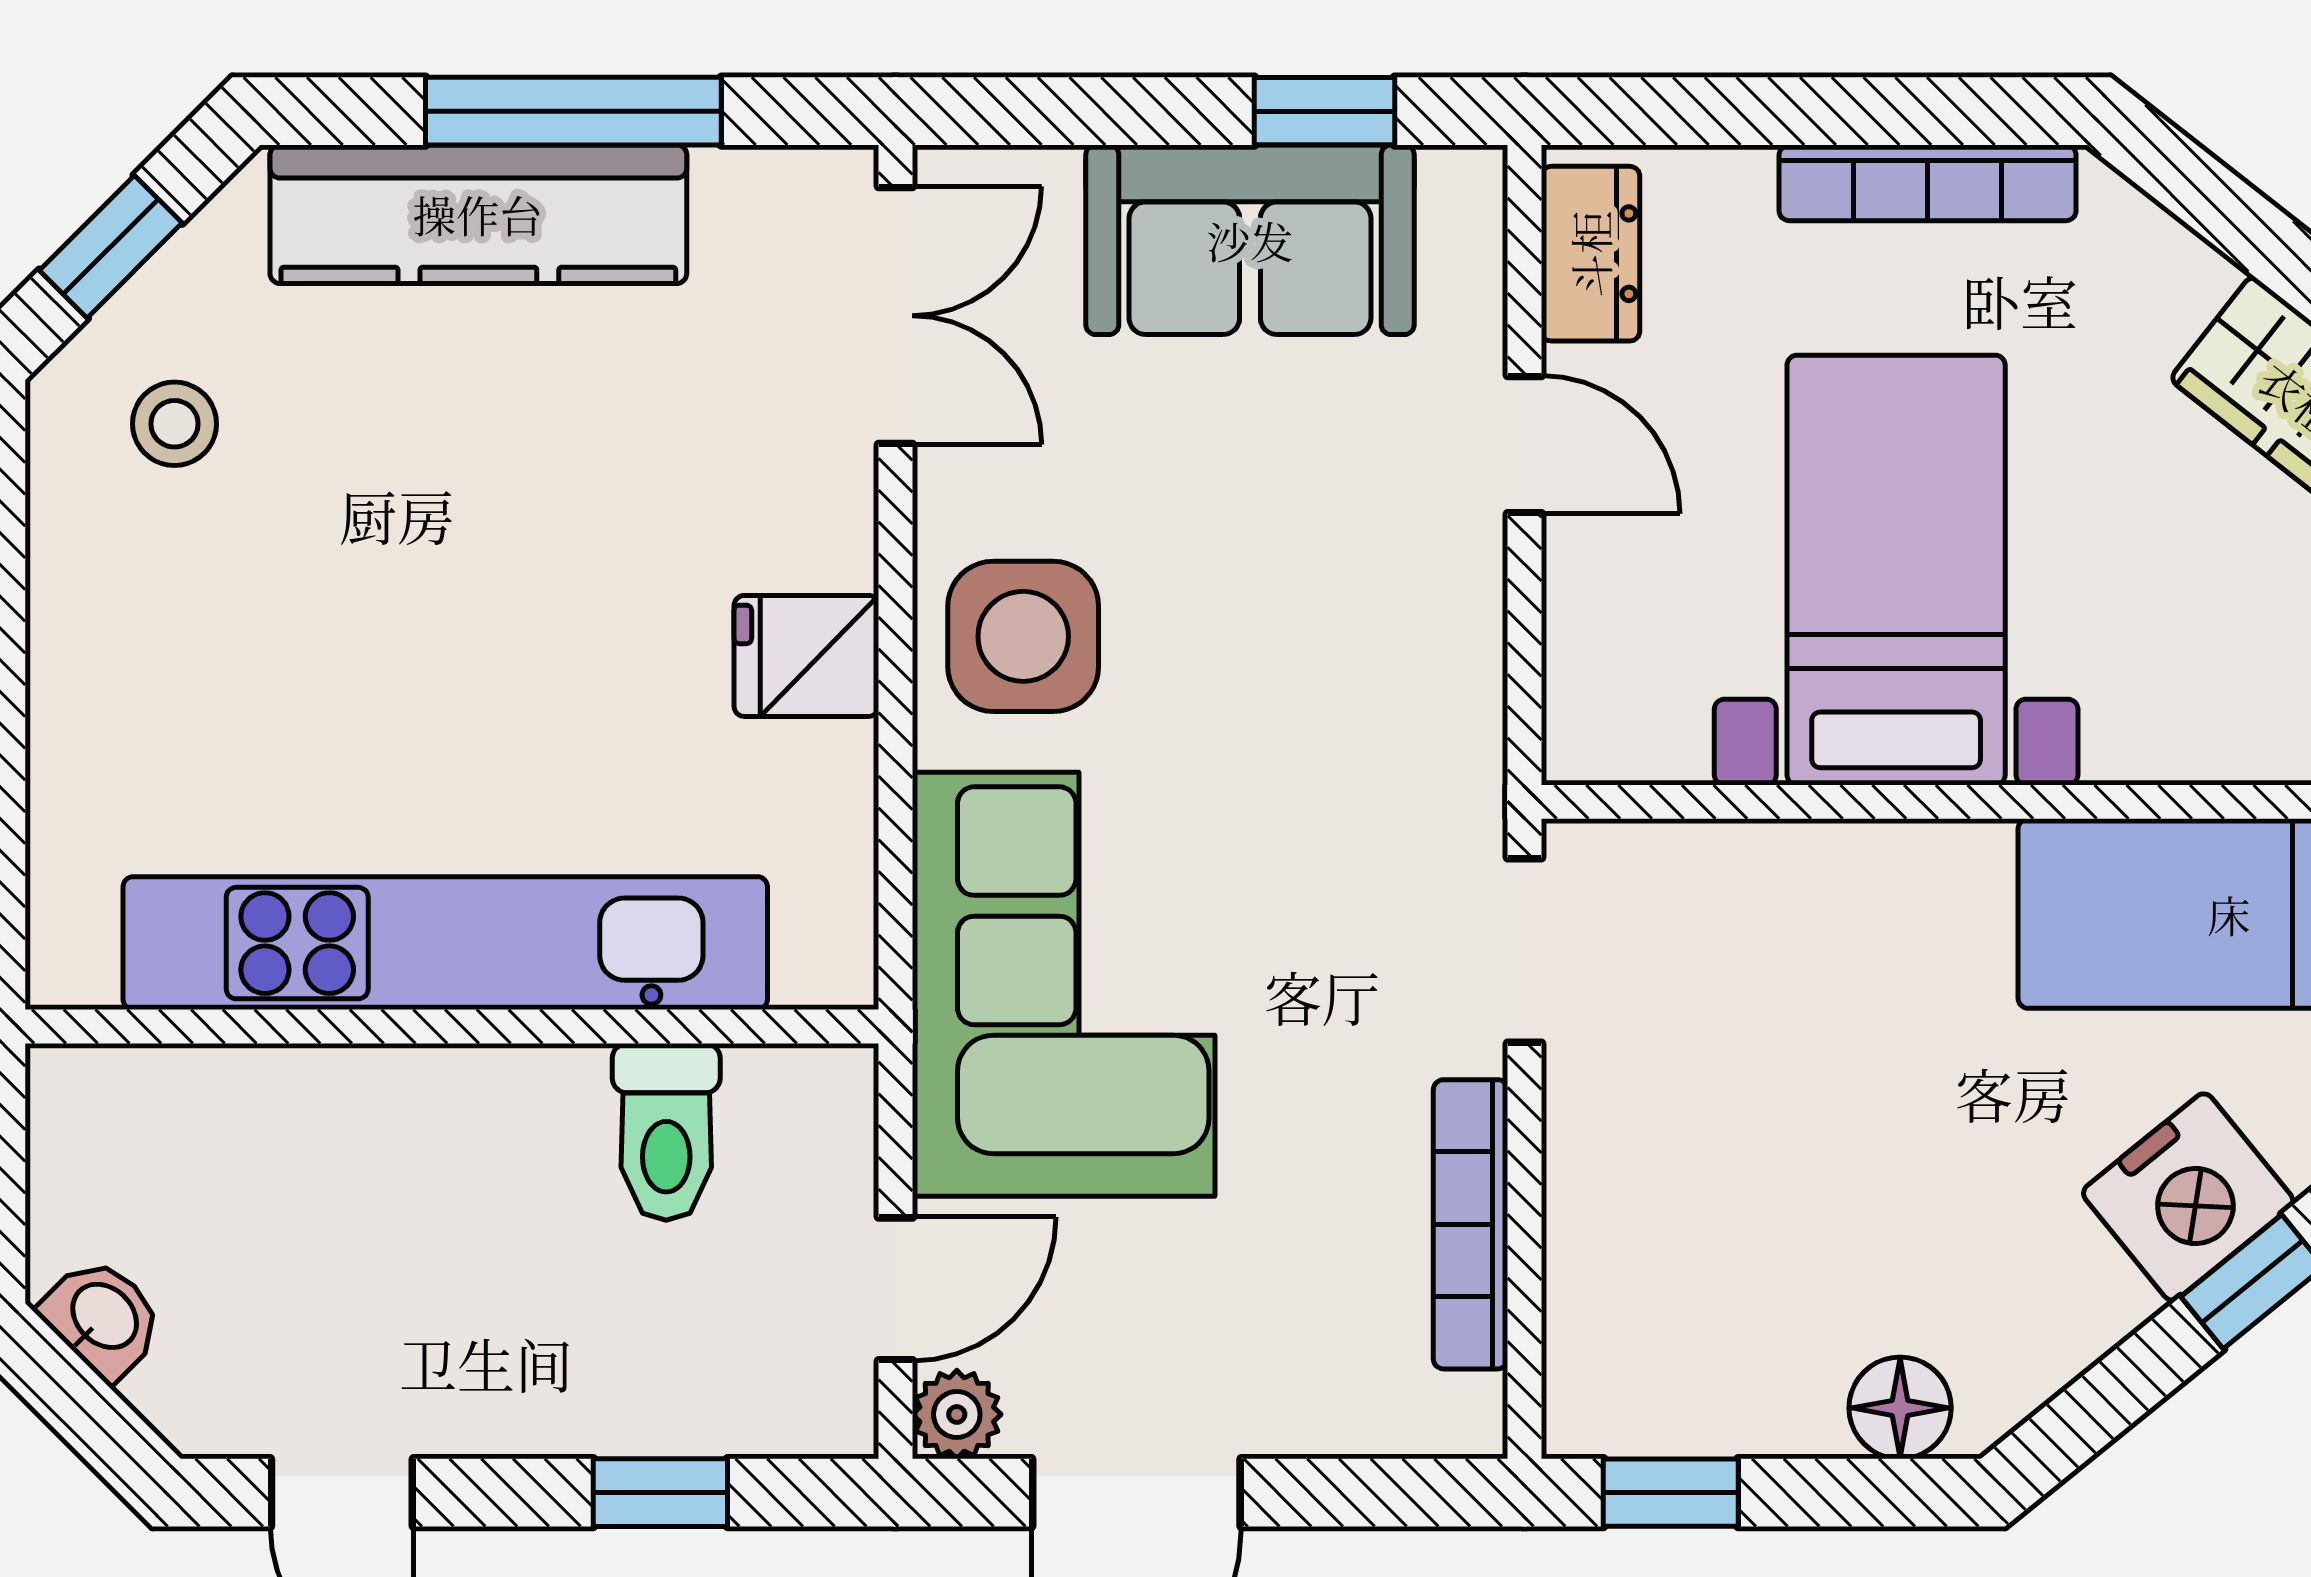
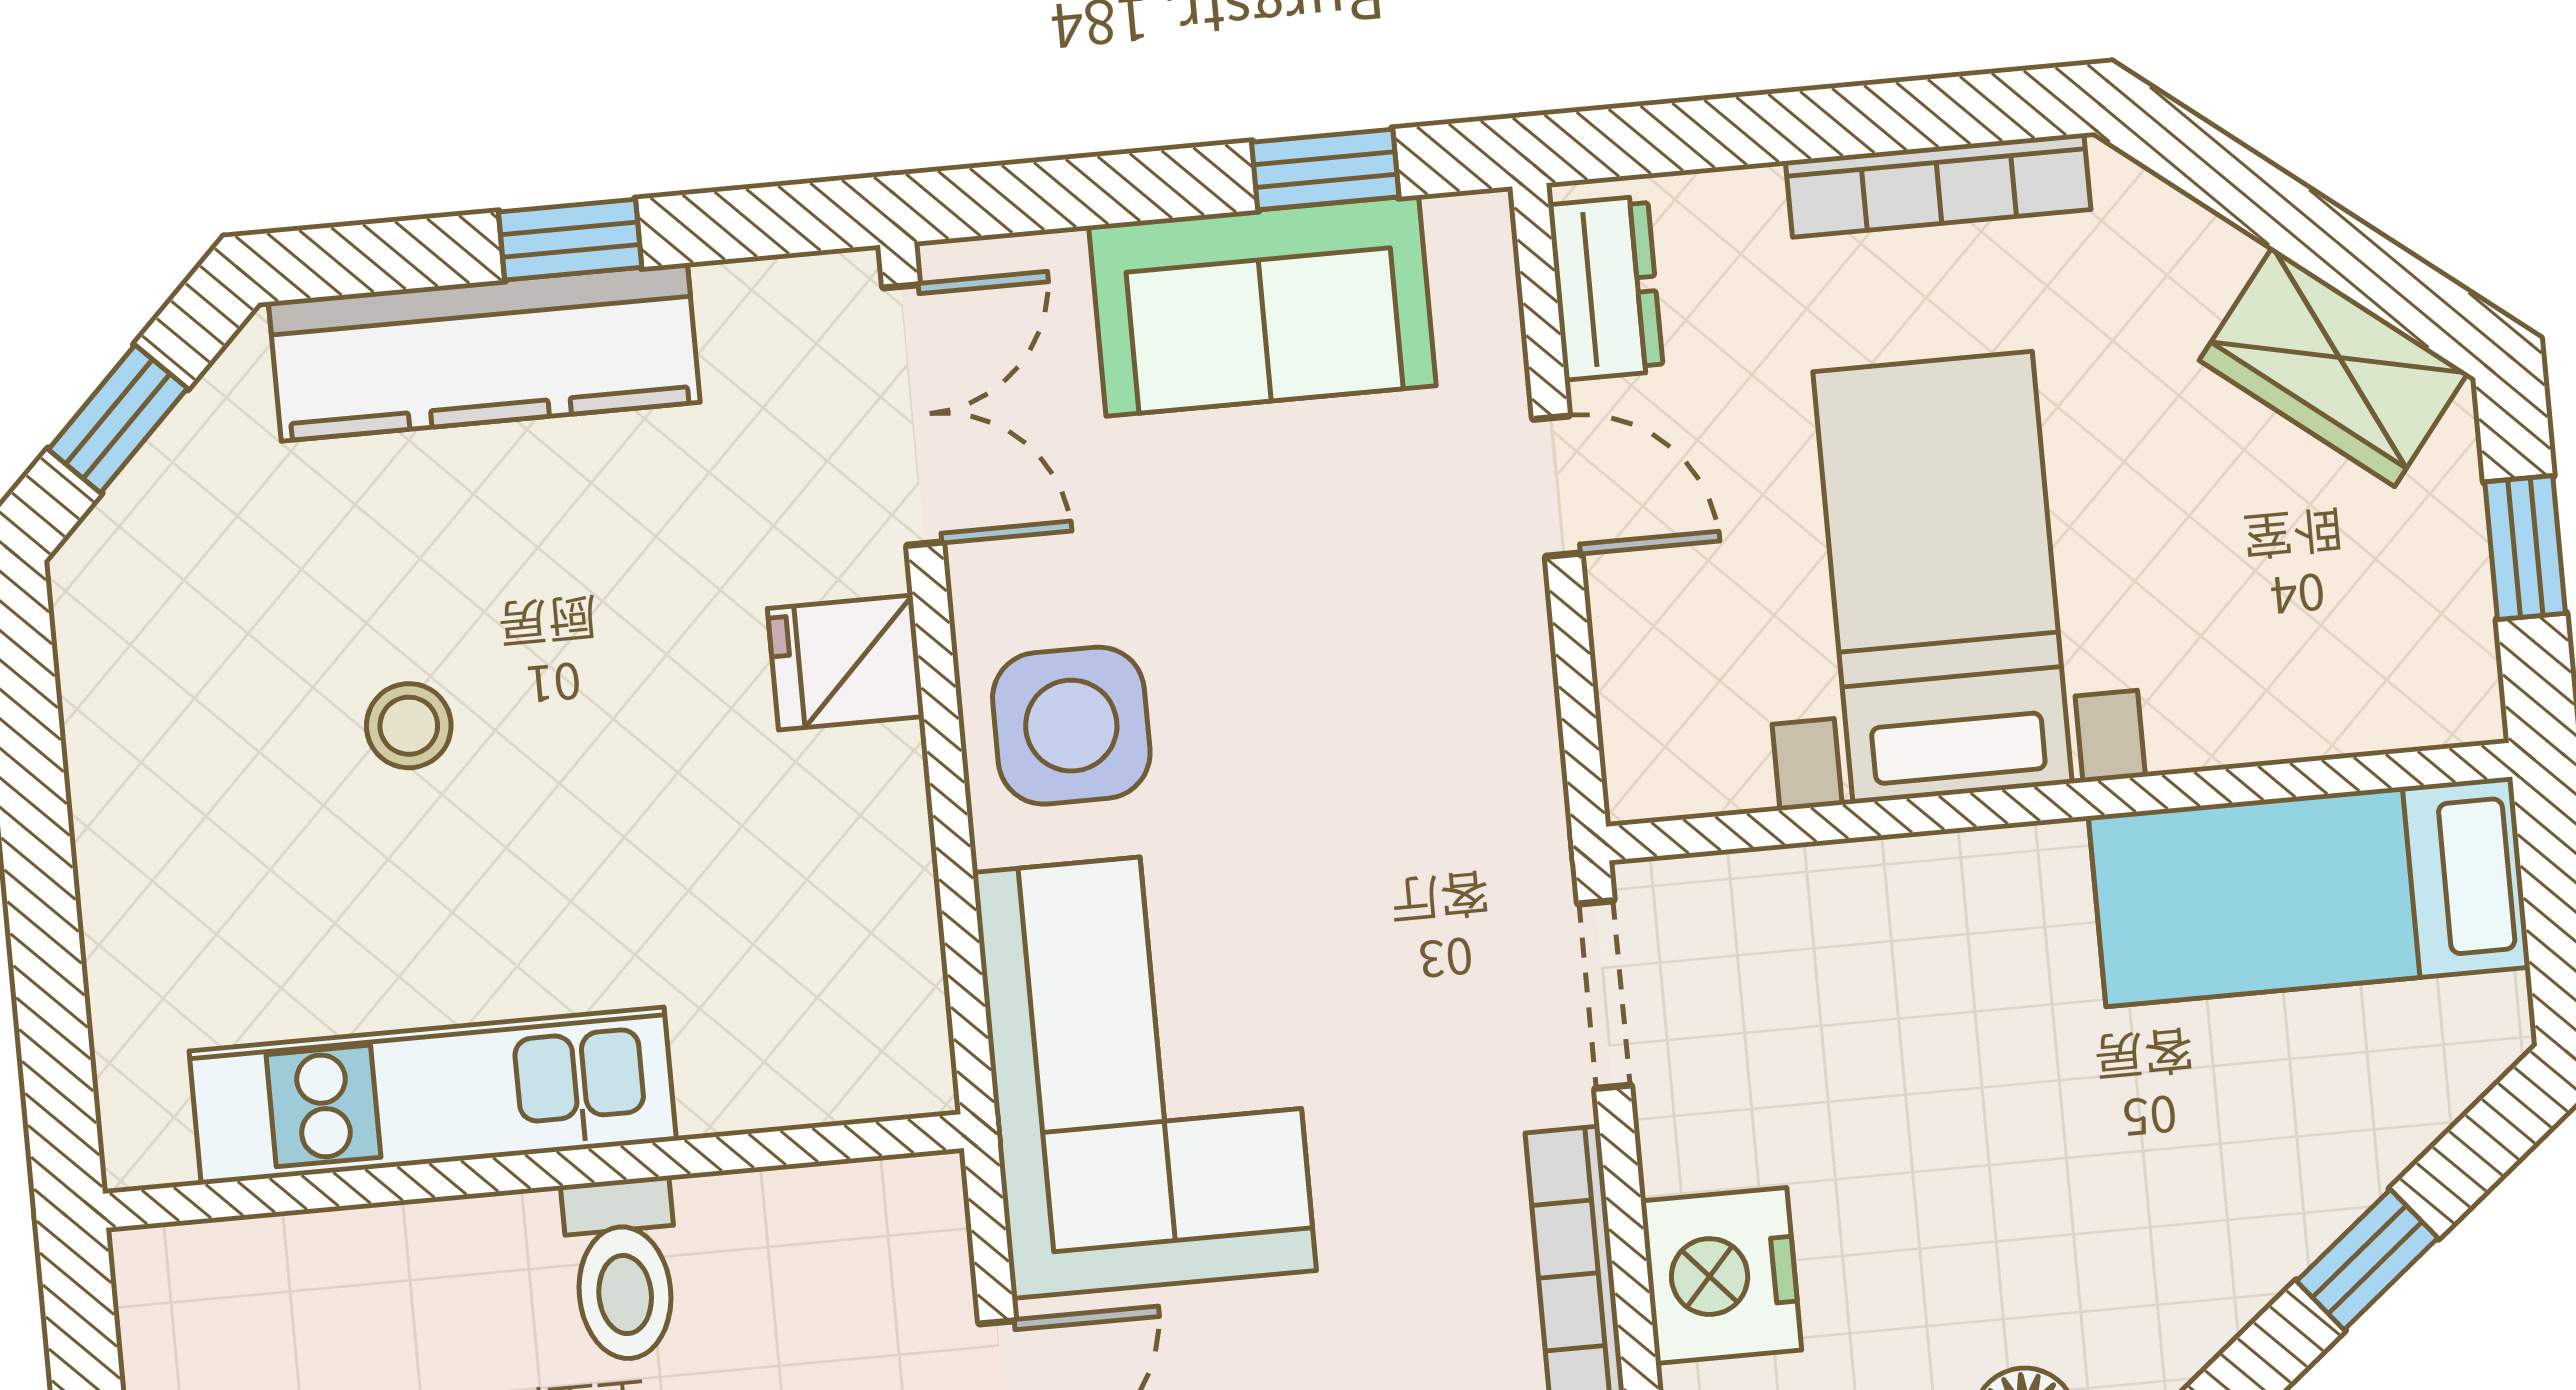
window: (573, 111) -> (570, 240), width x0.46
stool: (174, 424) -> (409, 726), moved
fridge: (806, 656) -> (846, 662), moved
kitchen unit: (445, 943) -> (433, 1096), width x0.73
toilet: (666, 1132) -> (623, 1270), moved
nightstand: (2188, 1197) -> (1721, 1275), moved, turned 129

